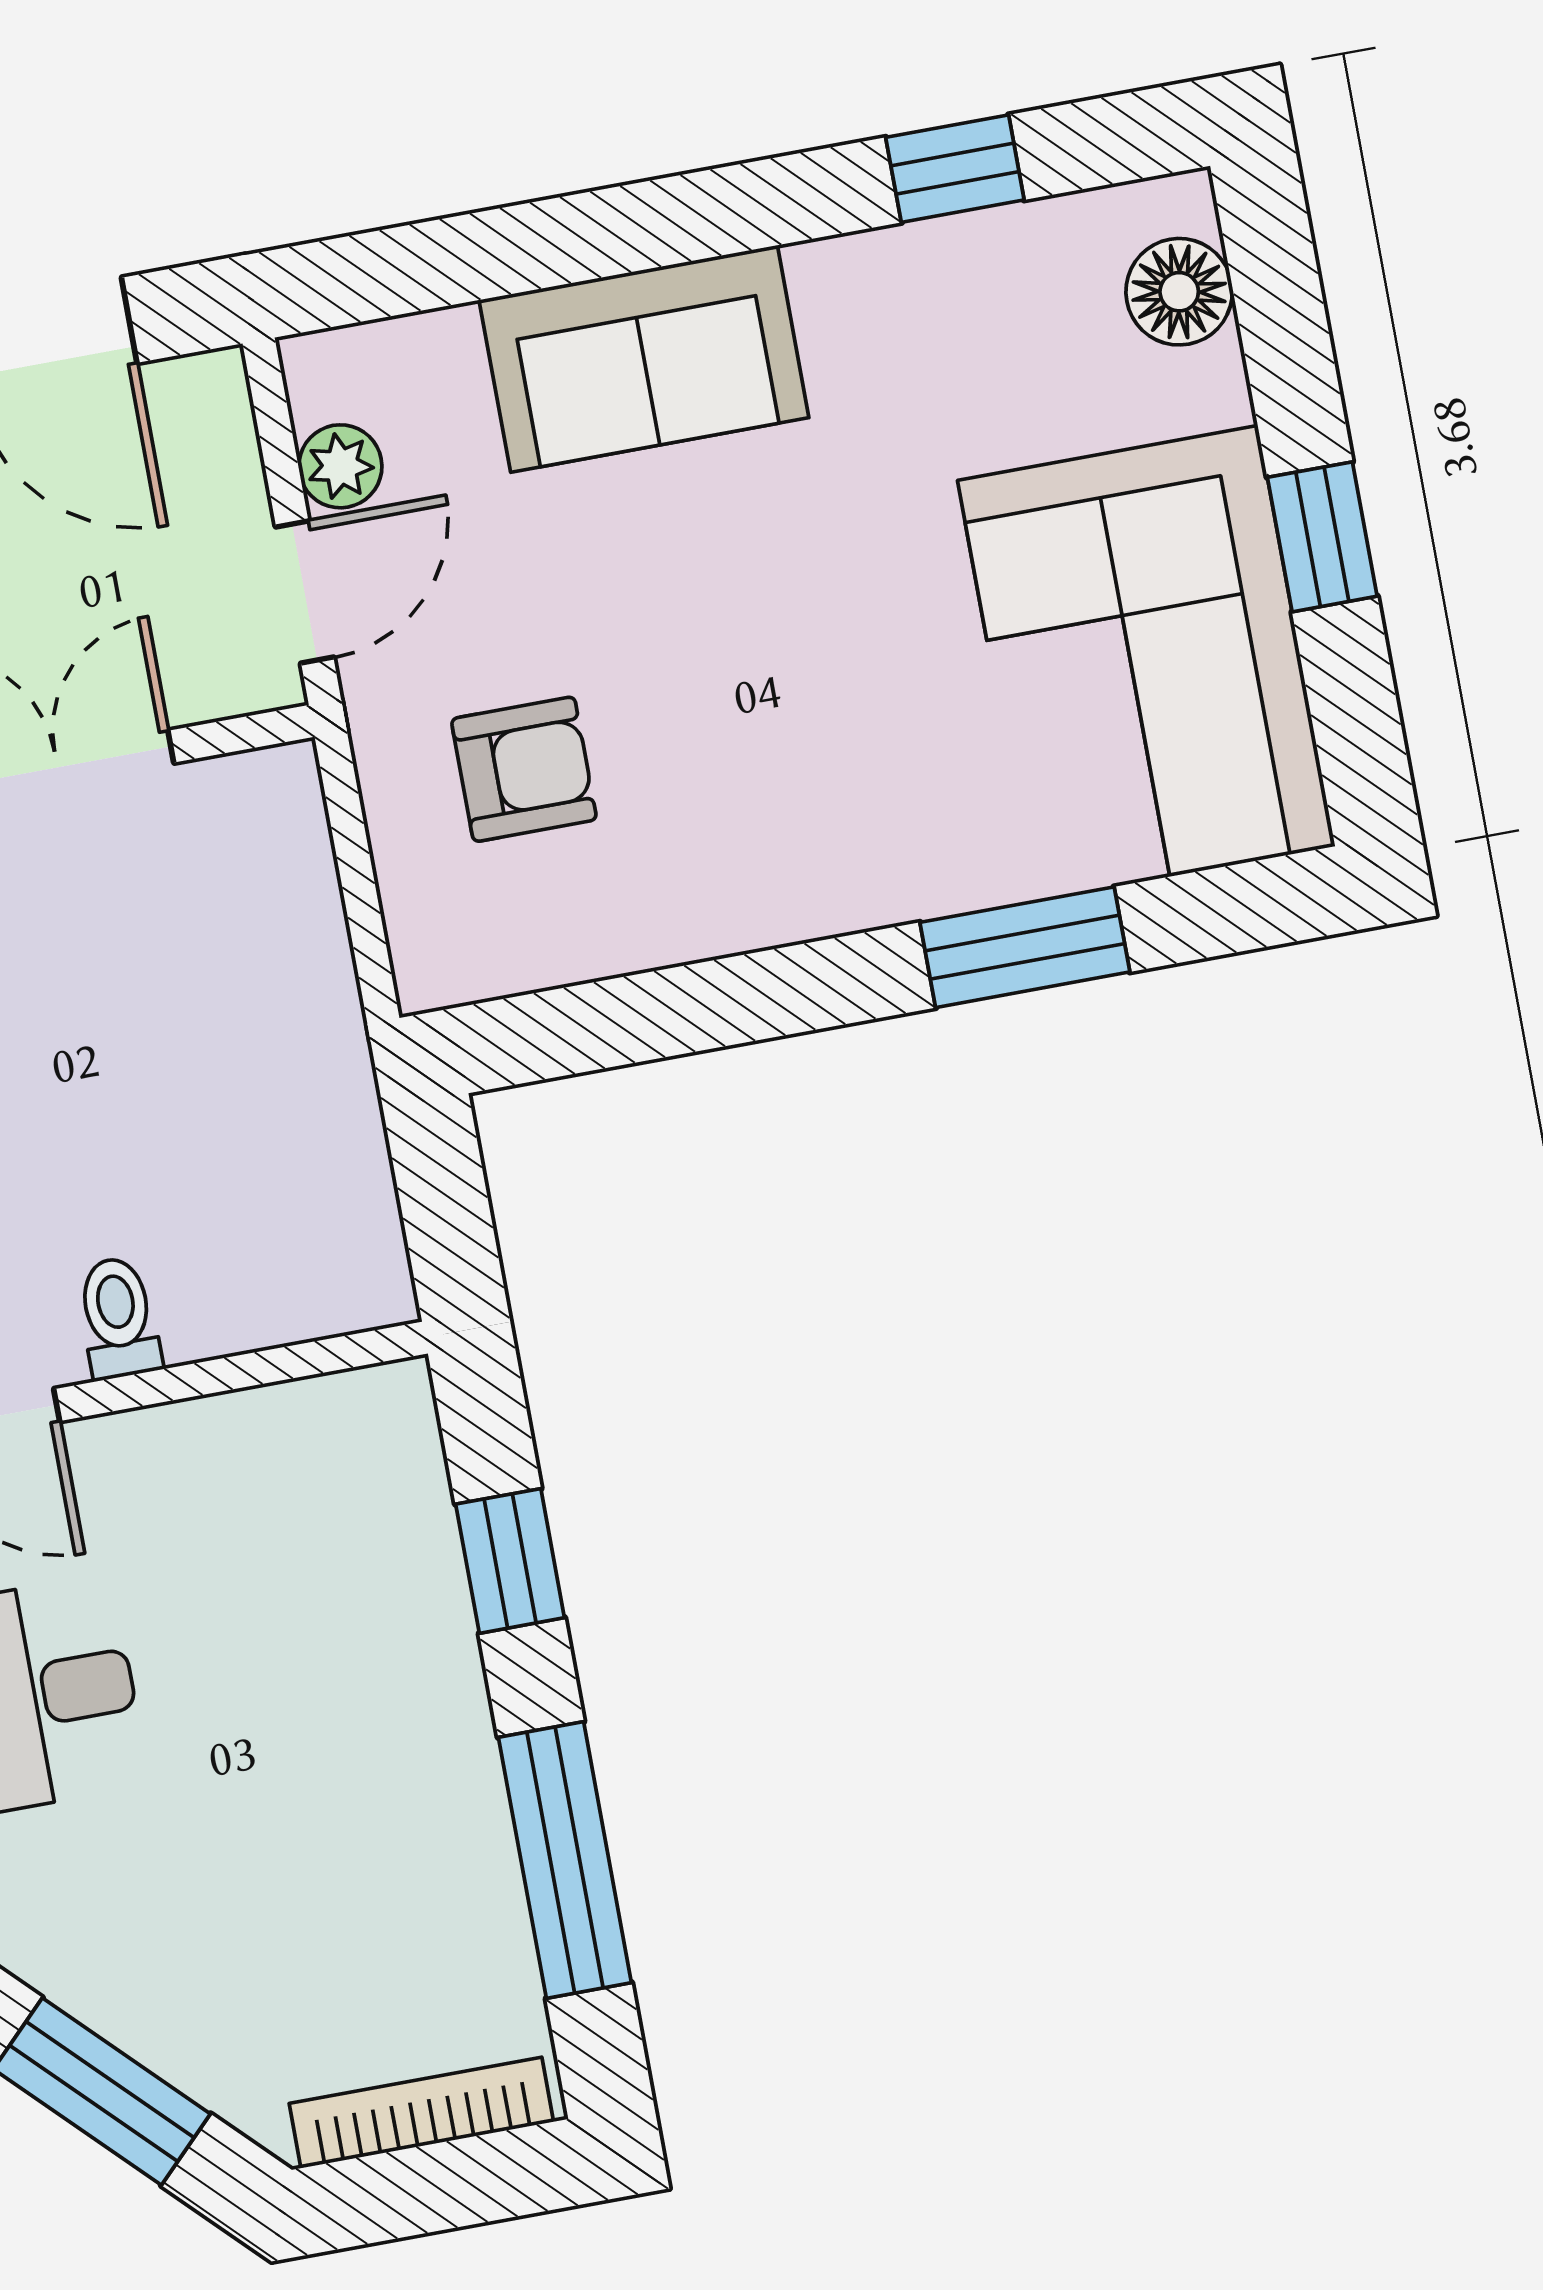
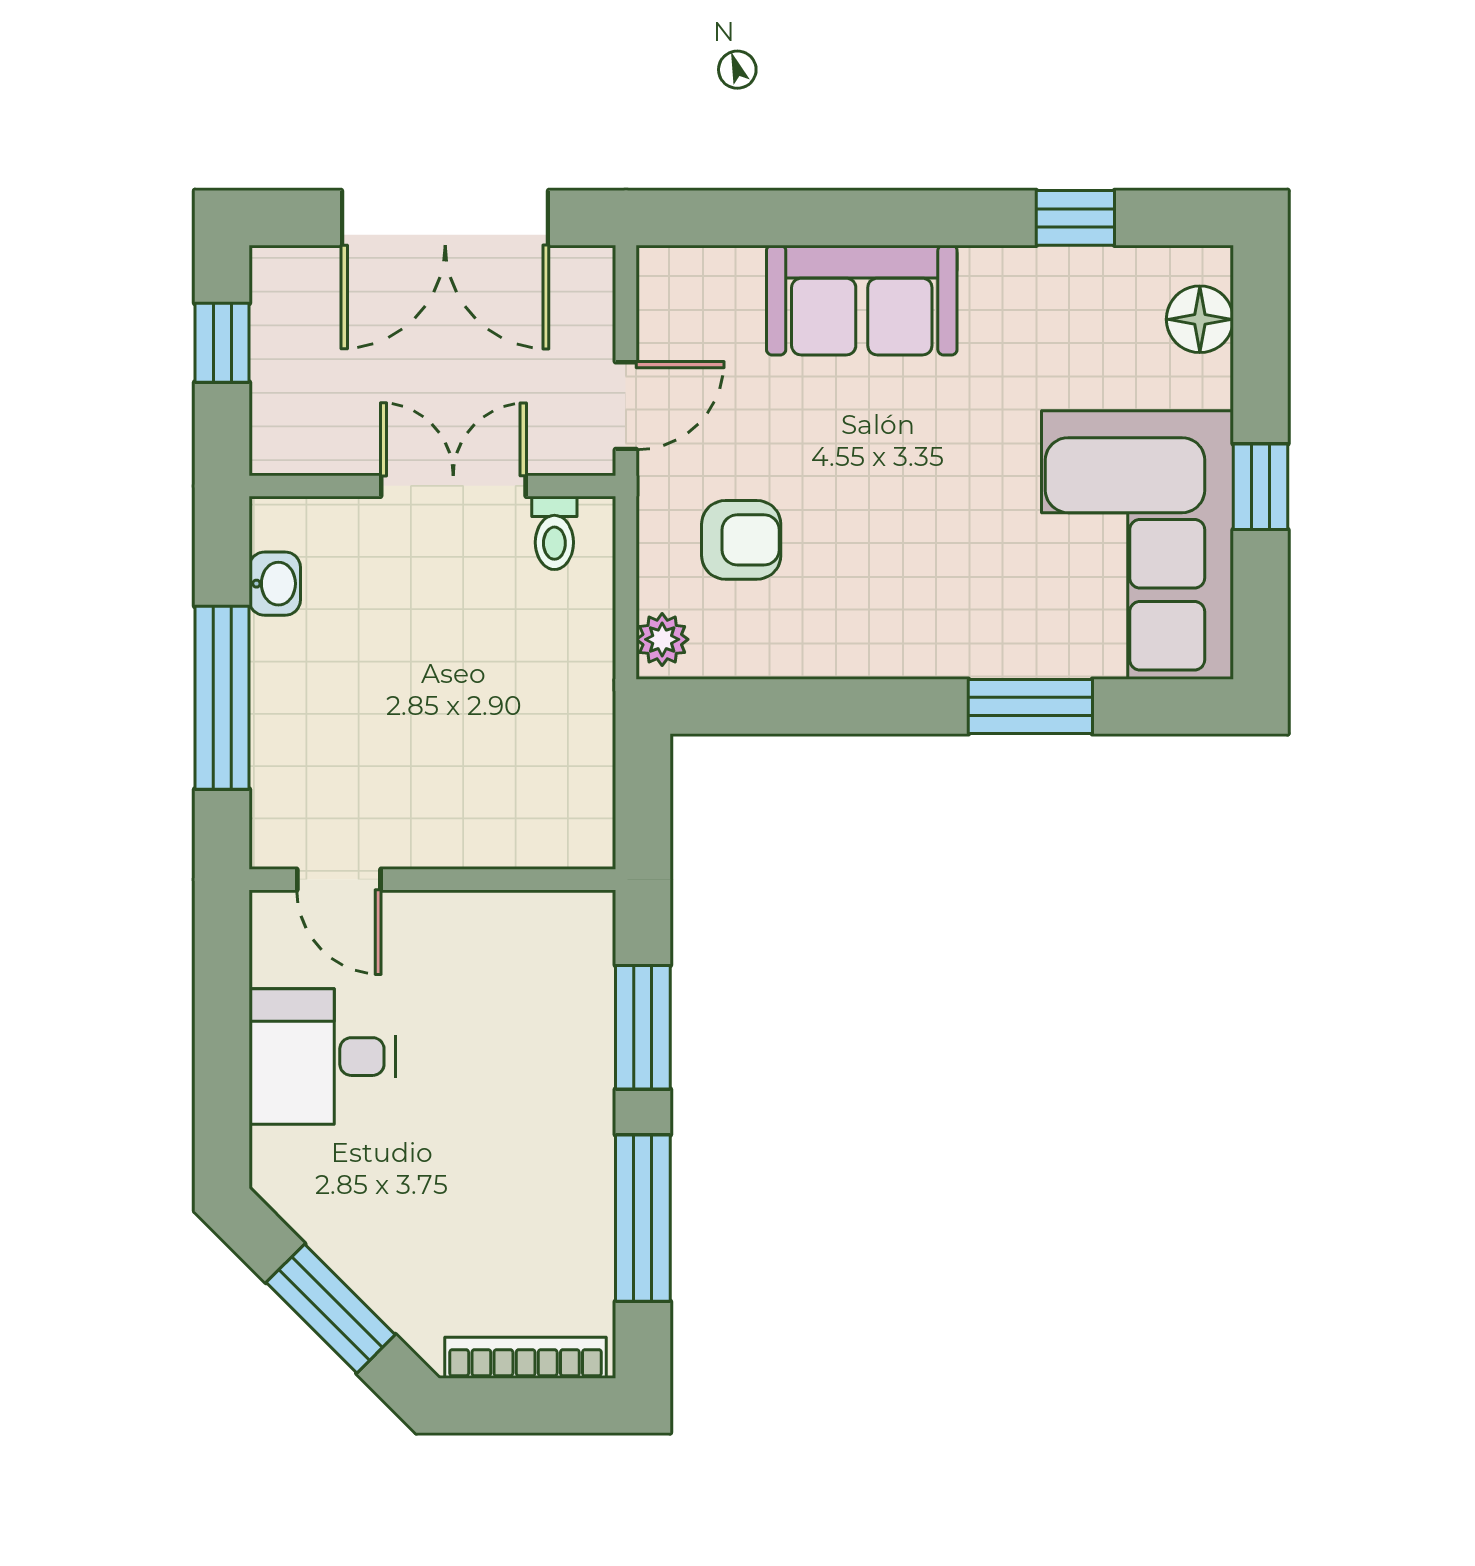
plant: (340, 466) -> (662, 639), moved
toilet: (118, 1318) -> (554, 533), moved, turned 180
window: (510, 1561) -> (643, 1027), width x1.50

